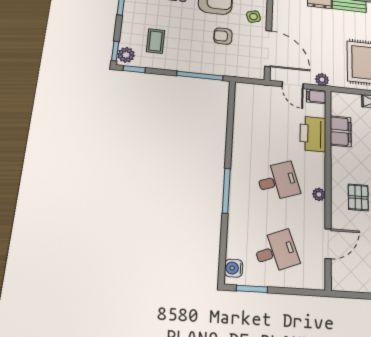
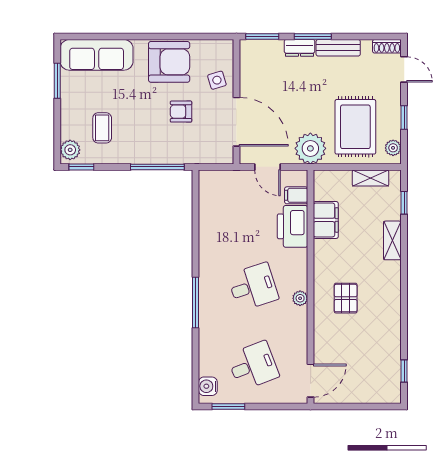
window: (115, 51) -> (57, 146), removed
plant: (322, 80) -> (310, 148), width x1.88, depth x1.88
filing cabinet: (316, 96) -> (296, 195), moved
door: (328, 244) -> (311, 381), moved

